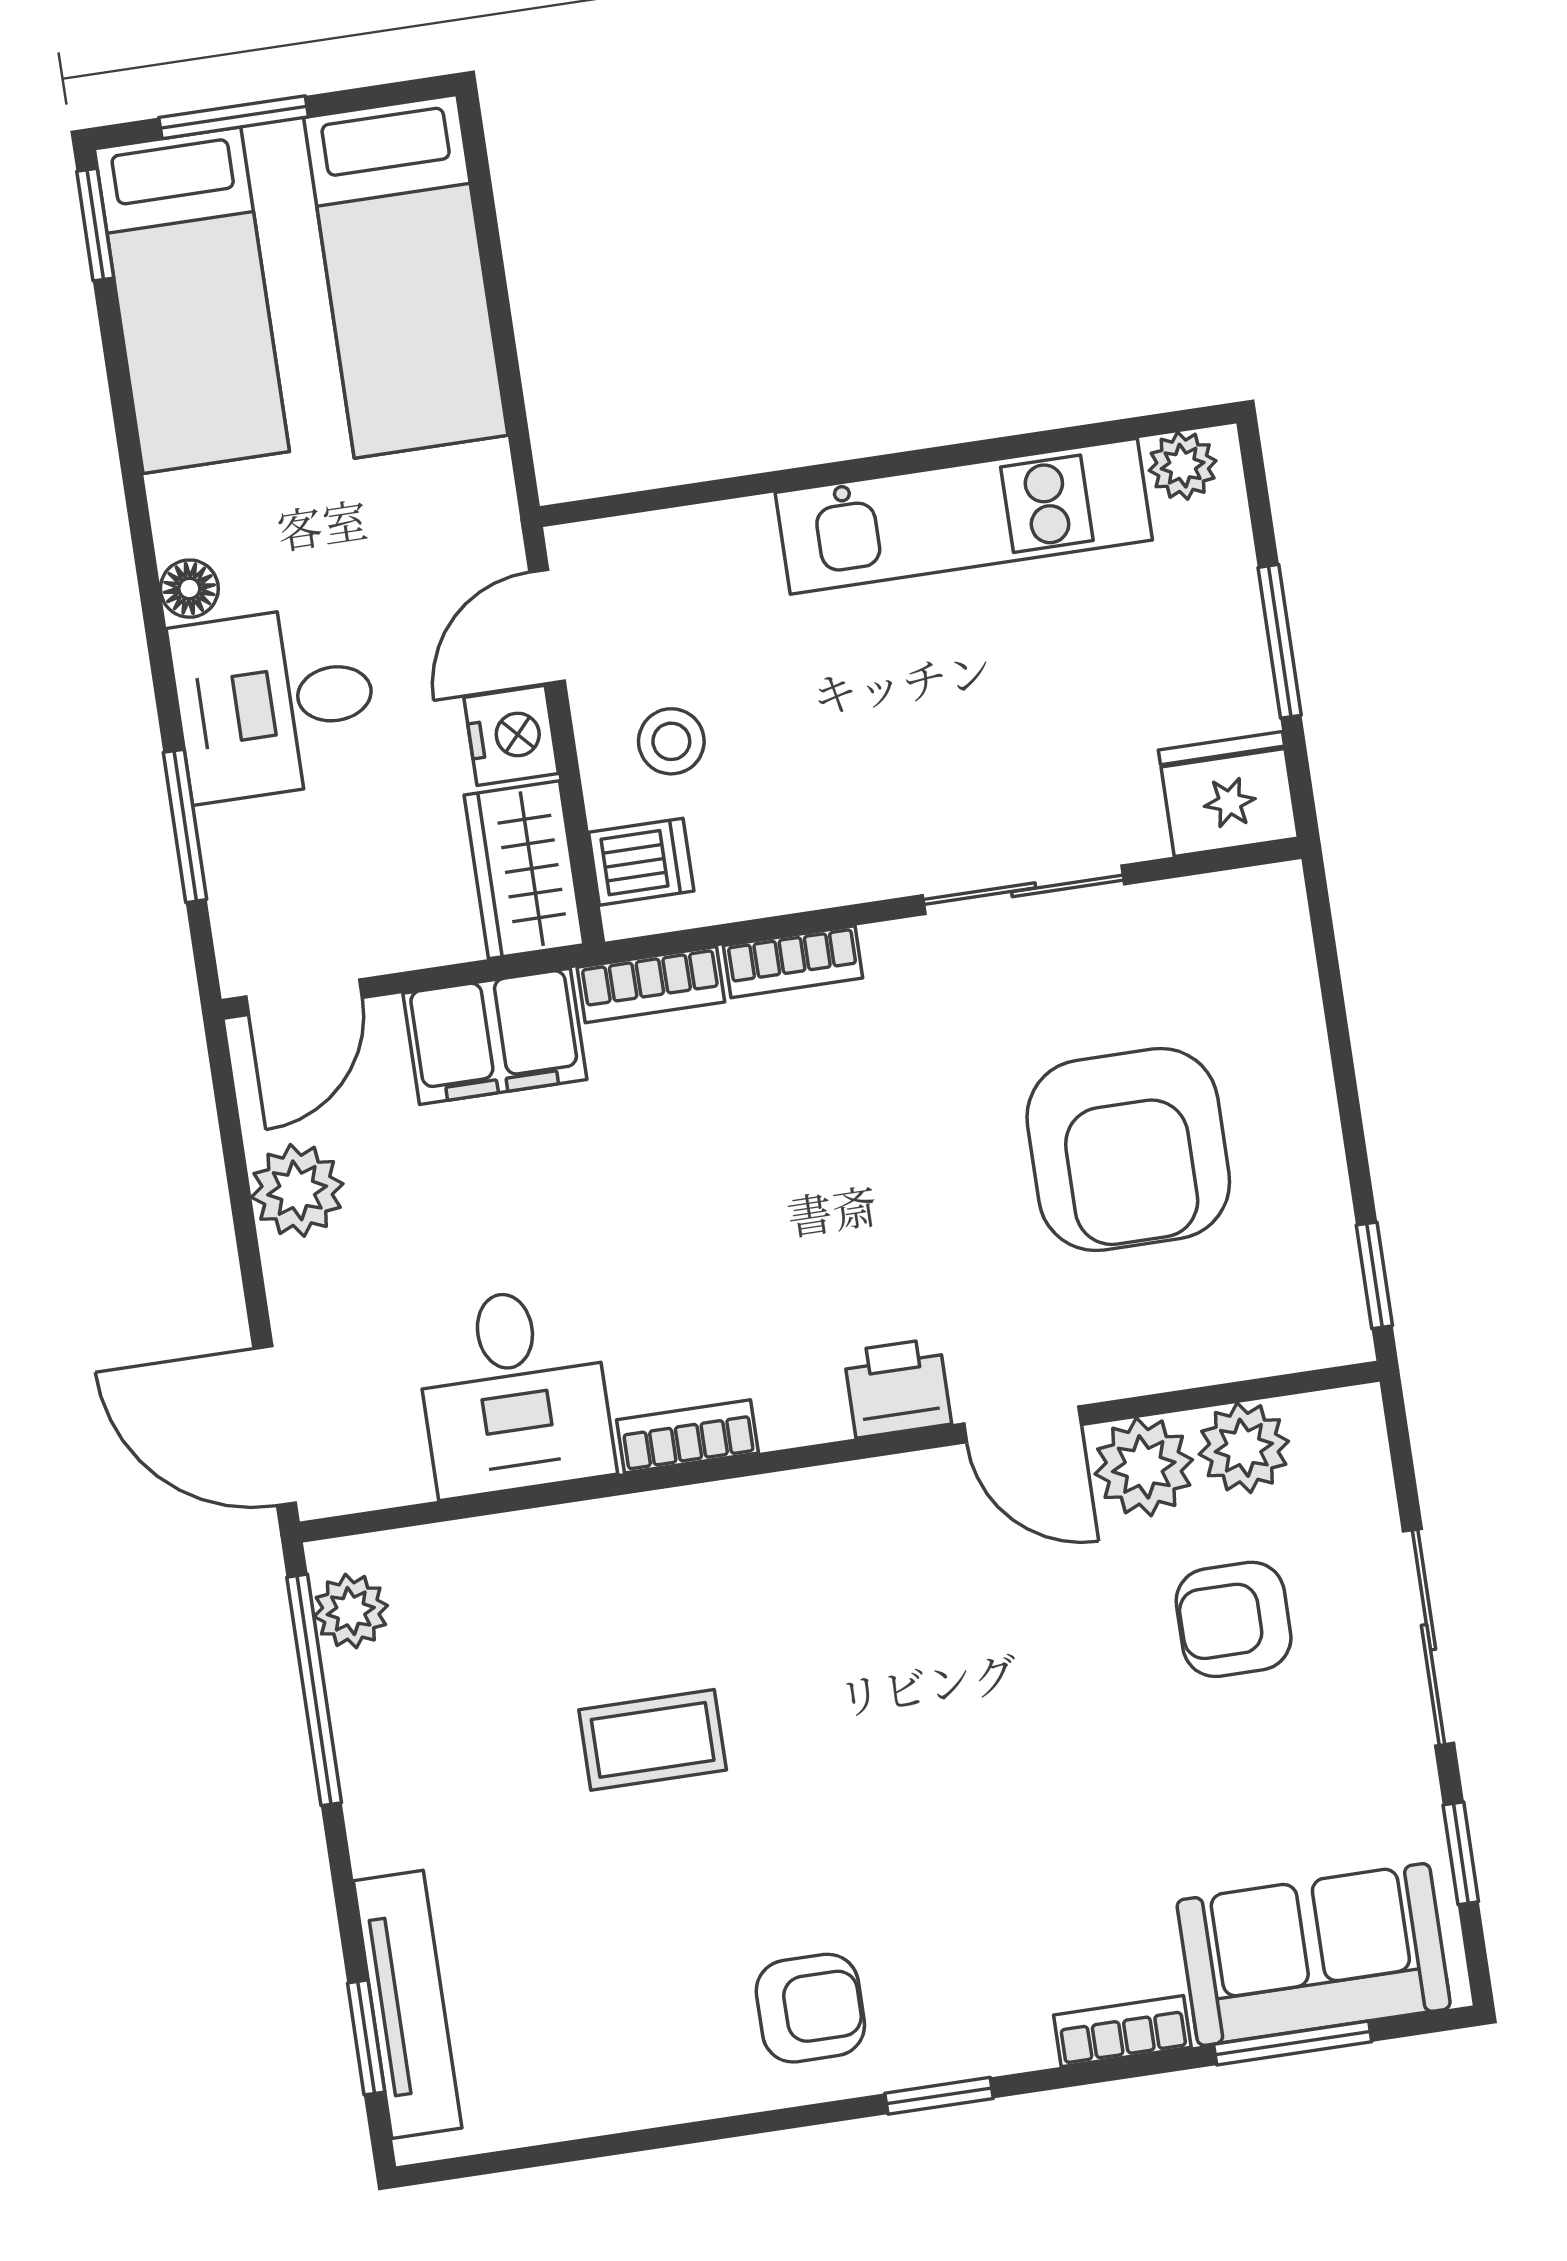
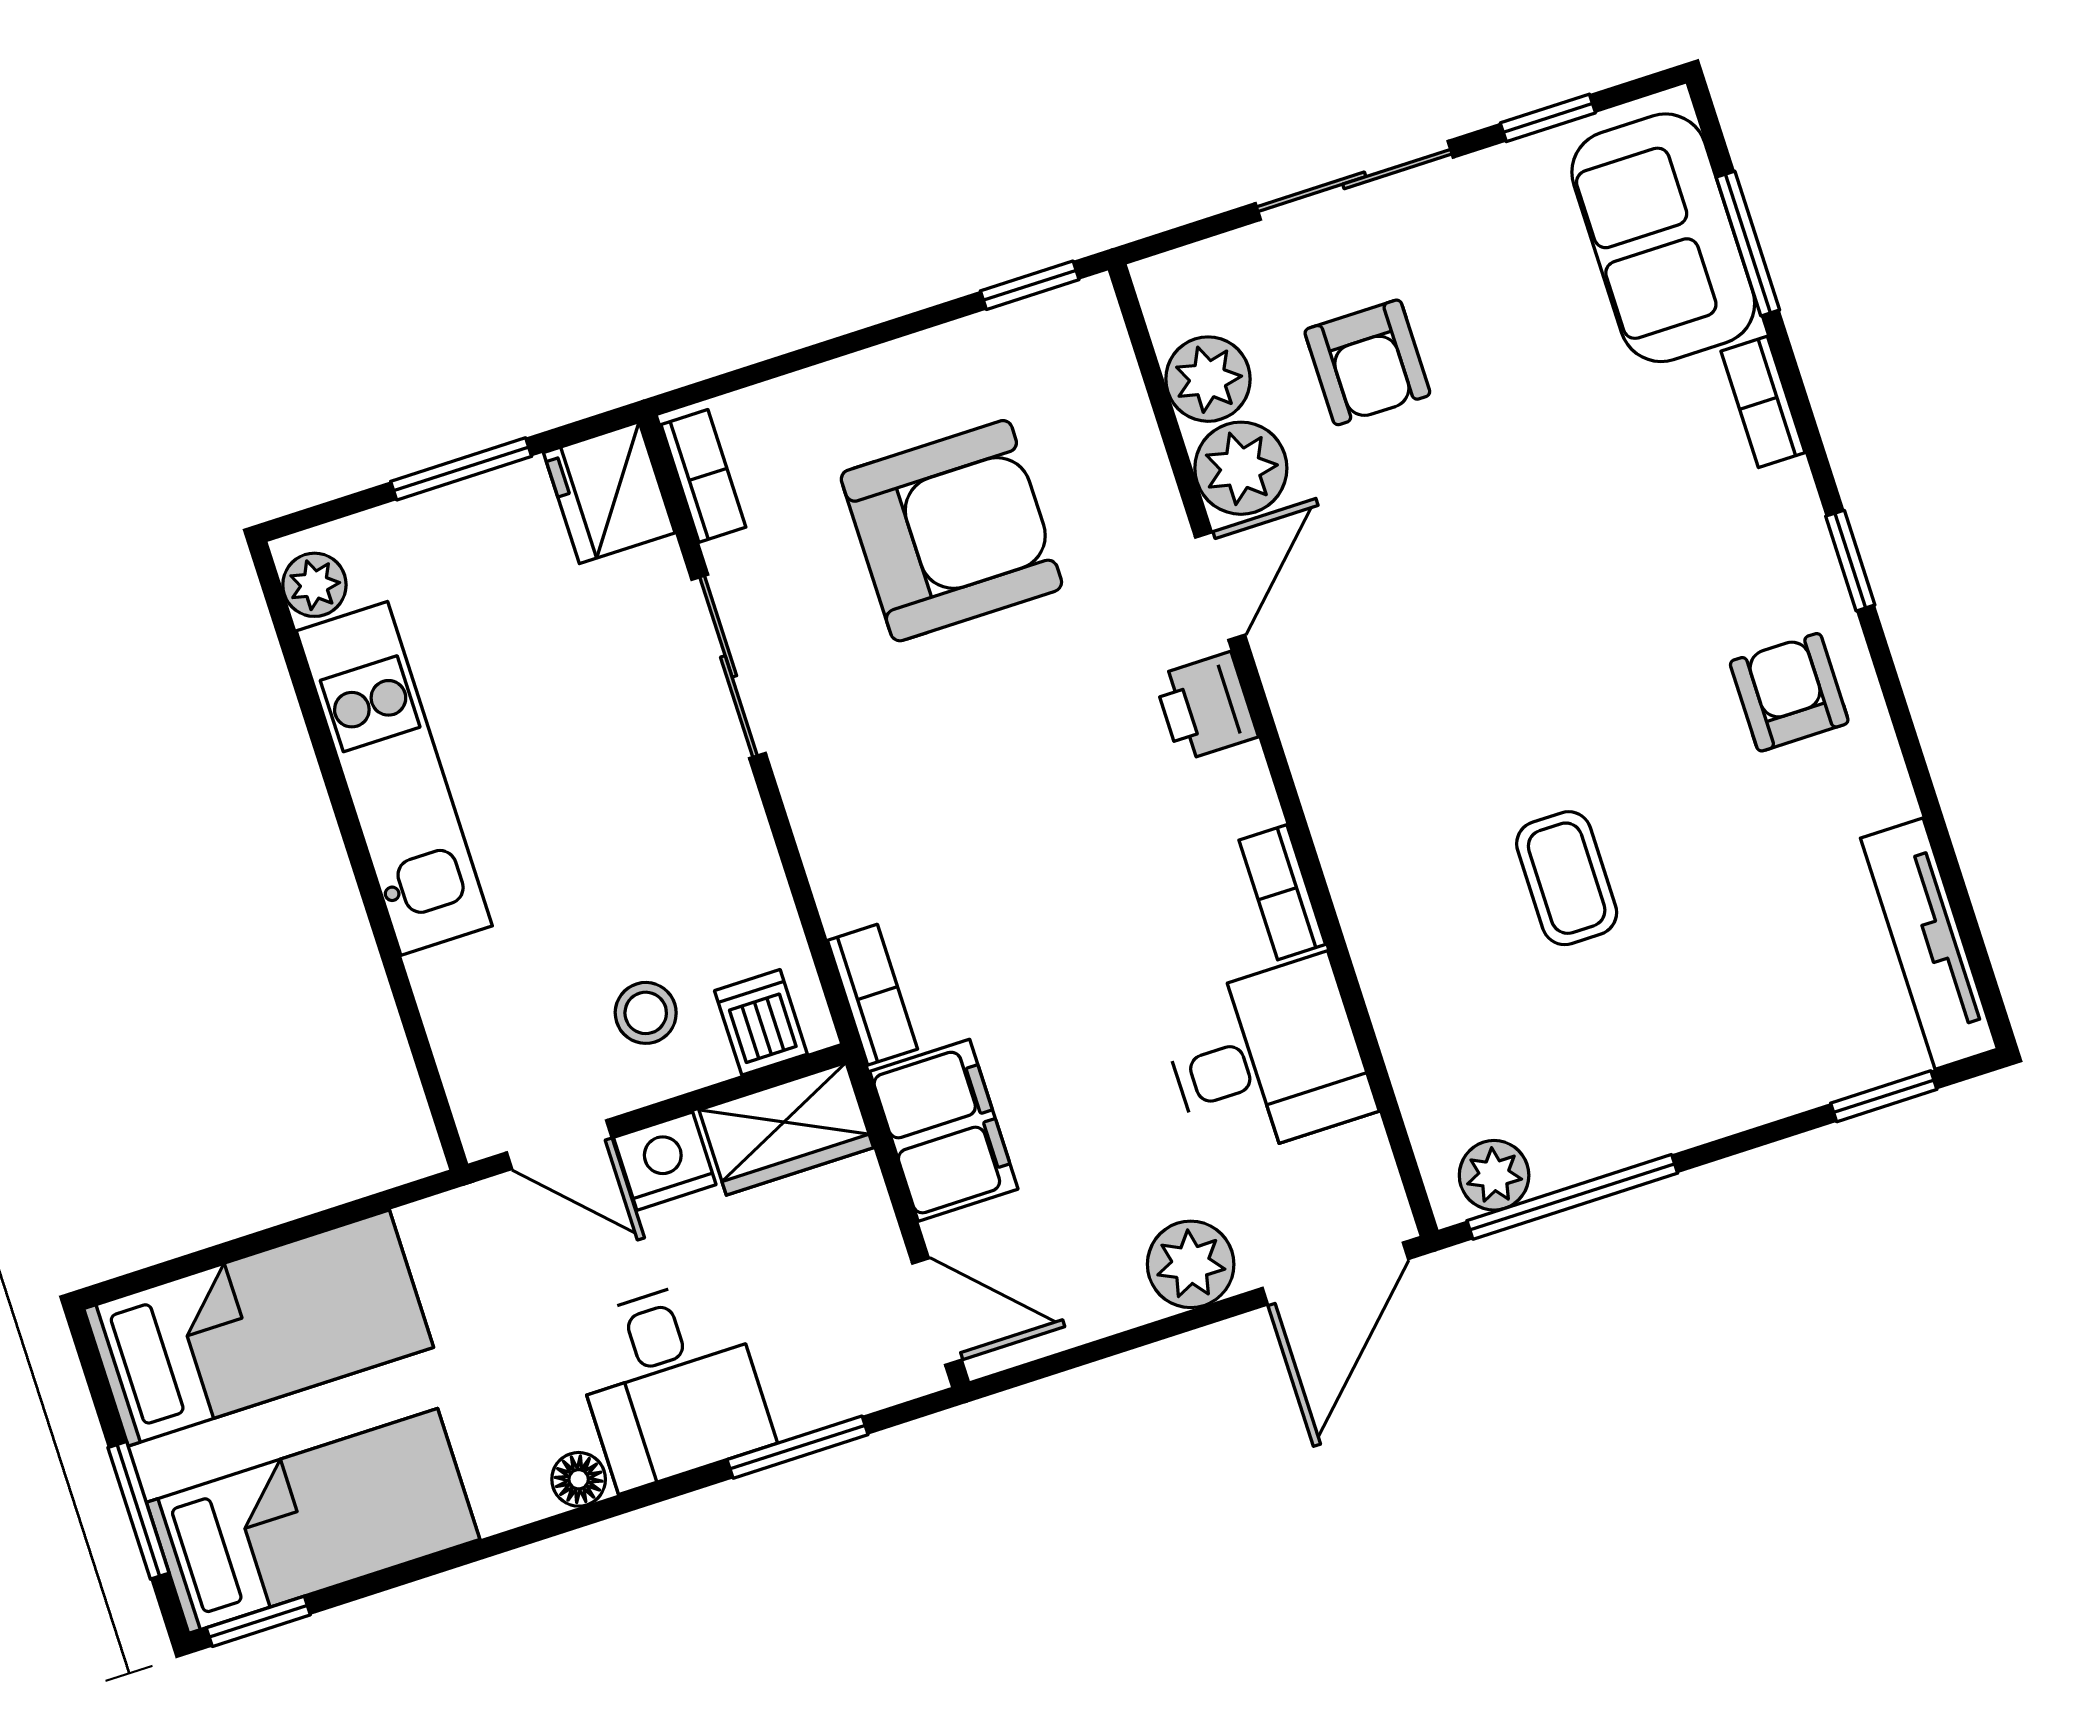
bookcase: (793, 962) -> (703, 476), moved
plant: (297, 1190) -> (1191, 1264), moved
tv unit: (408, 2004) -> (1929, 944), moved, turned -90

